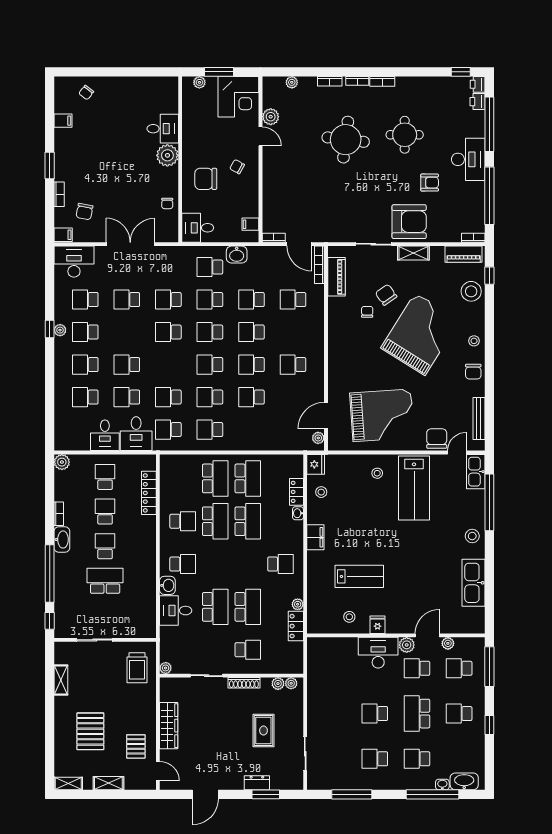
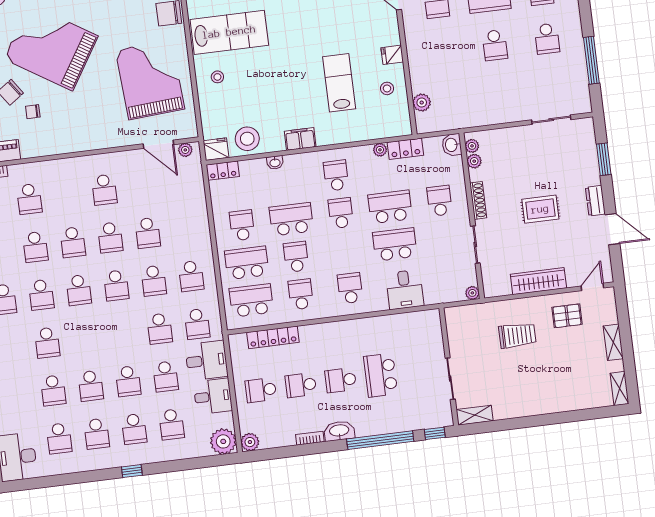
window: (50, 329) -> (132, 471), moved
plant: (60, 330) -> (223, 441), moved, width x1.87, depth x1.87
school desk: (168, 332) -> (91, 386), moved
school desk: (183, 478) -> (251, 300), added
school desk: (248, 478) -> (242, 225), width x0.54
locker: (297, 492) -> (223, 171), moved
stool: (321, 492) -> (247, 139), width x1.89, depth x1.89
school desk: (215, 521) -> (296, 257), width x0.54
school desk: (248, 564) -> (341, 213), added
washbasin: (167, 585) -> (452, 145), moved, turned -90
plant: (407, 645) -> (422, 103), moved
desk: (378, 653) -> (424, 50), removed
trolley: (137, 668) -> (517, 335), moved
shelving: (61, 680) -> (475, 415), moved
pallet: (90, 731) -> (556, 371), removed
rug: (263, 731) -> (540, 209), moved
dresser: (257, 783) -> (595, 201), moved

